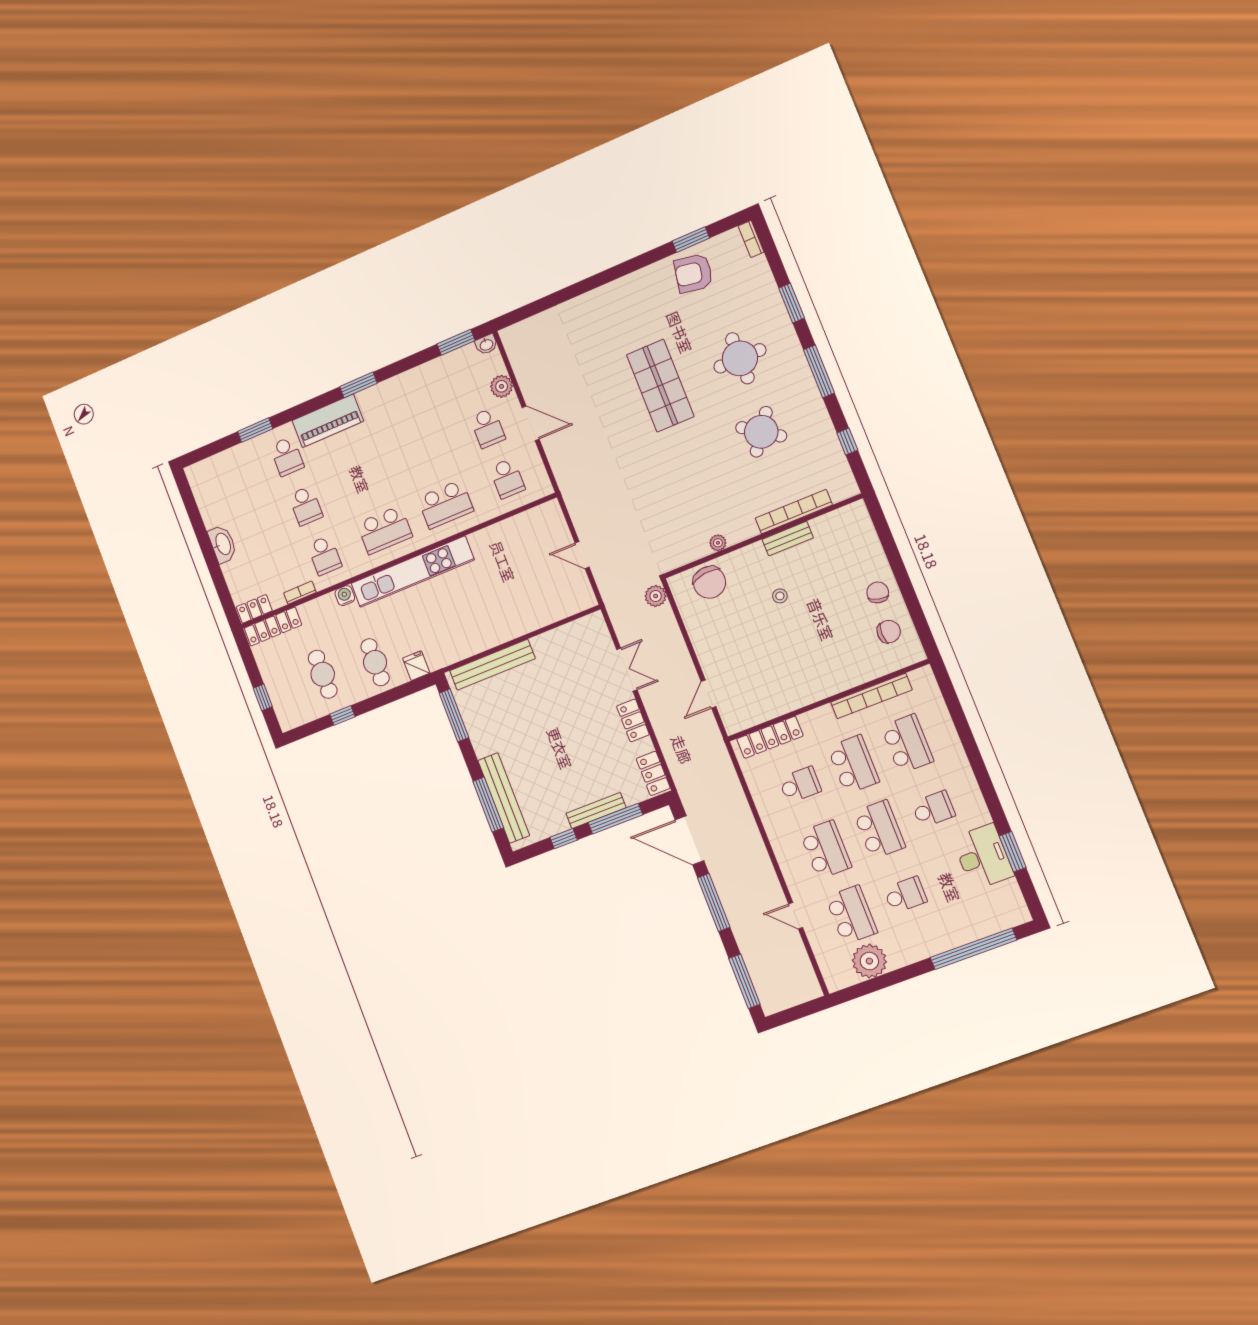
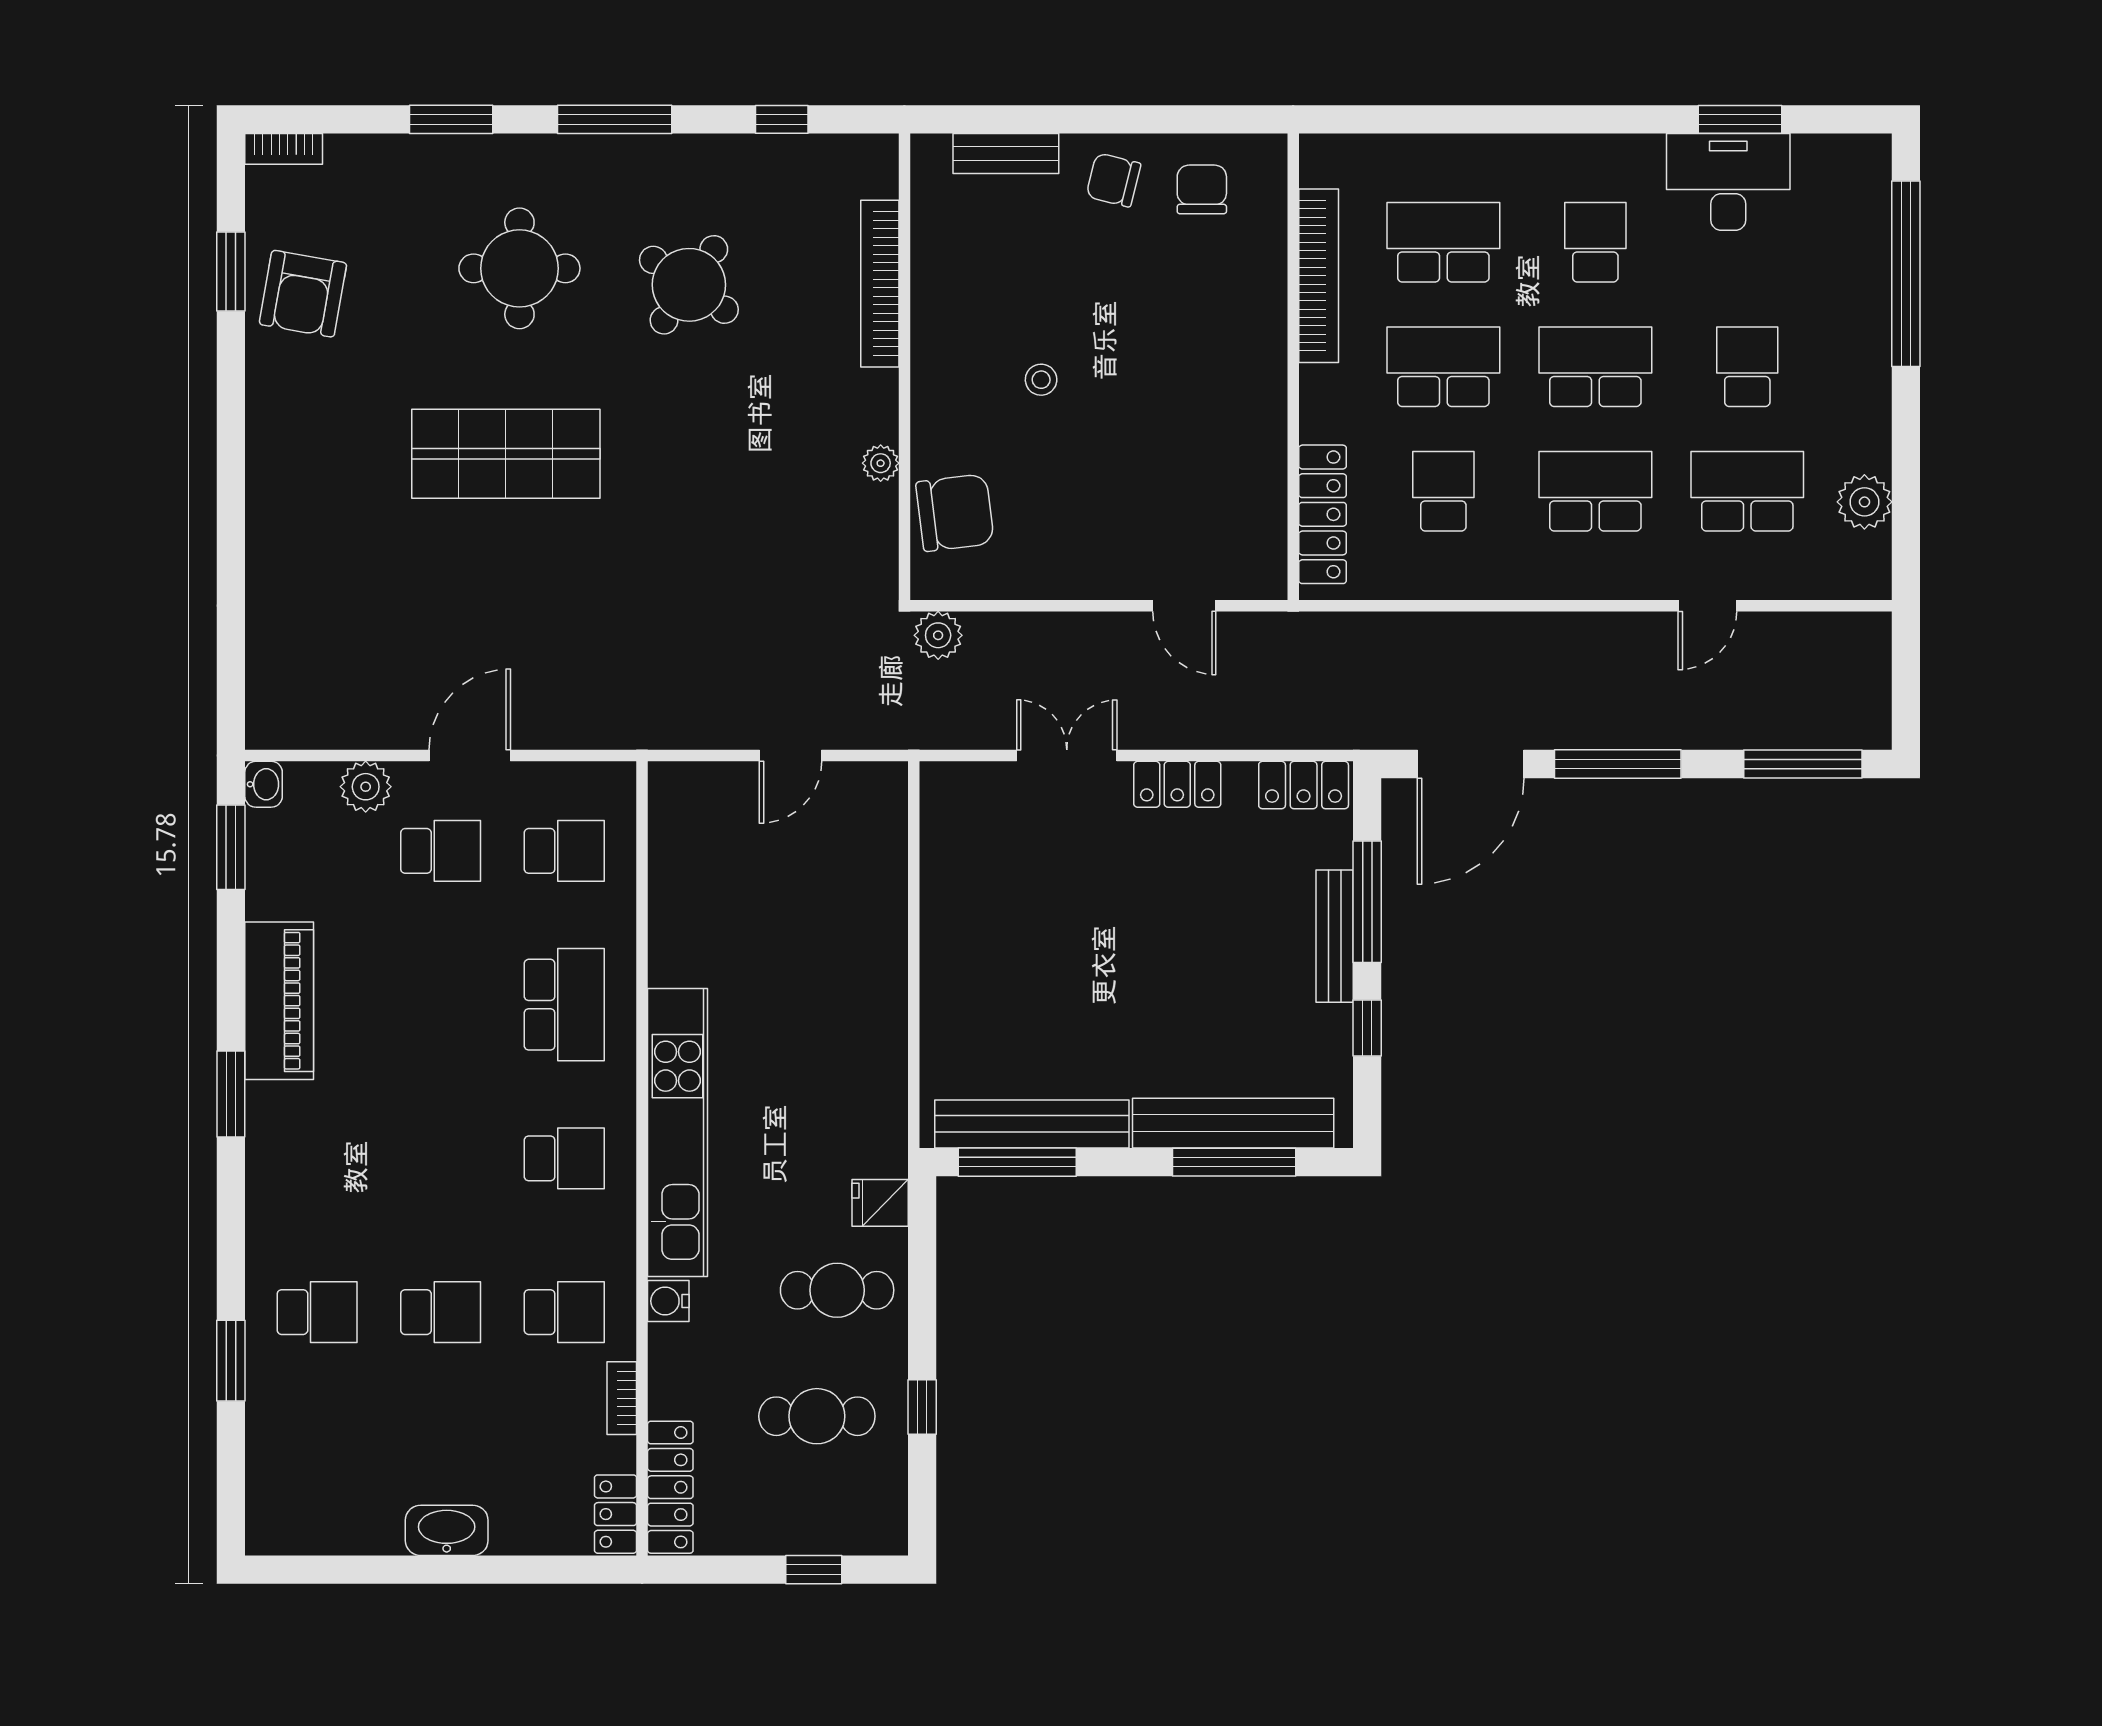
piano: (328, 421) -> (279, 1001), moved
school desk: (385, 530) -> (564, 1158), width x0.54
bench: (788, 539) -> (1006, 154), moved, turned 90
bench: (492, 665) -> (1032, 1124), moved, turned 90
plant: (869, 961) -> (1864, 502), width x0.73, depth x0.73

